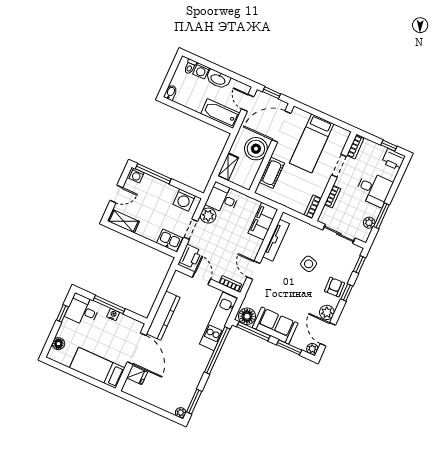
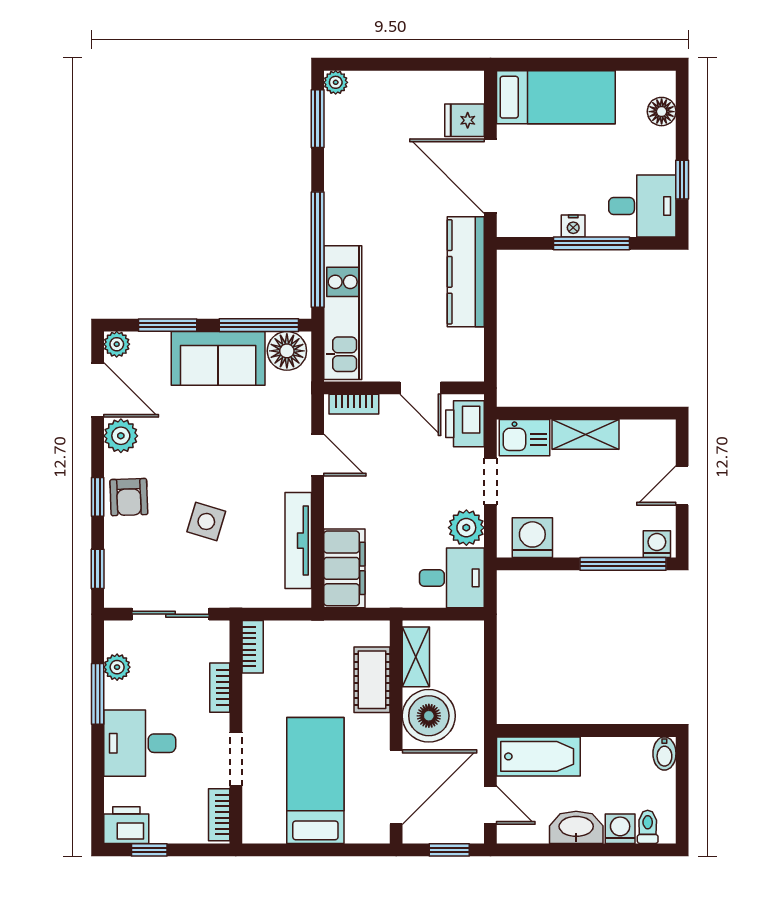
shelving: (228, 167) -> (416, 657), moved
shelving: (124, 221) -> (586, 434), moved

